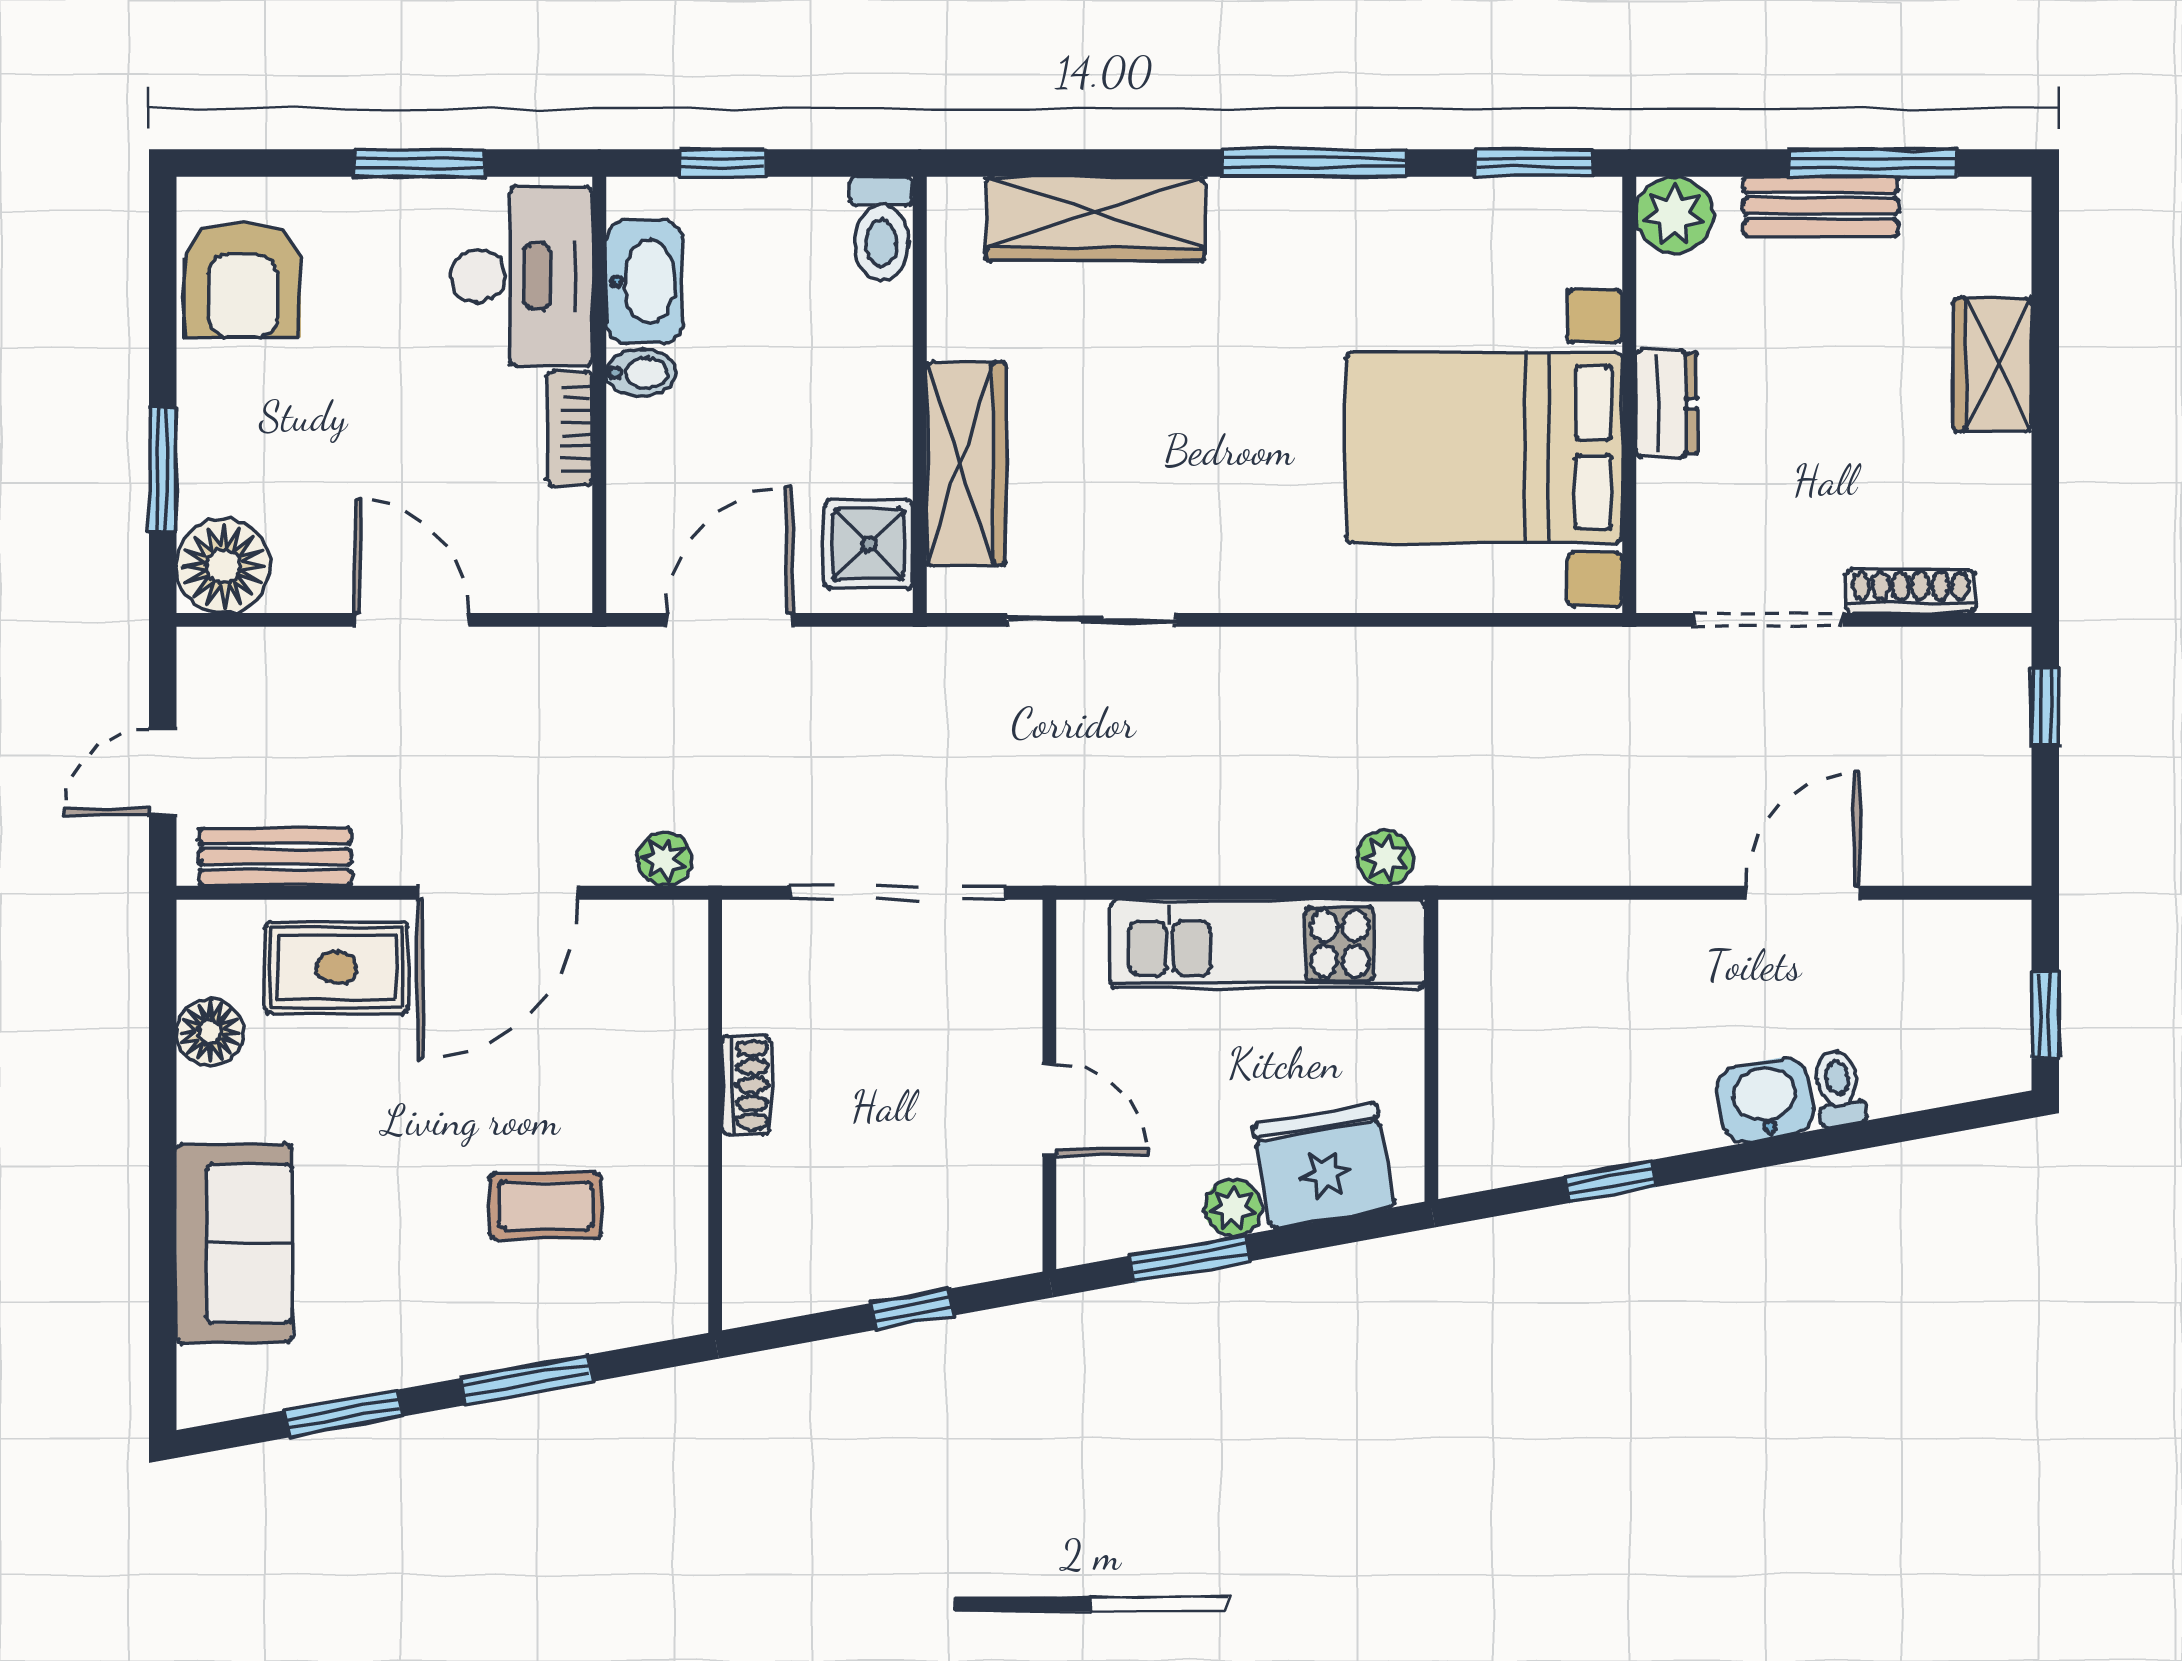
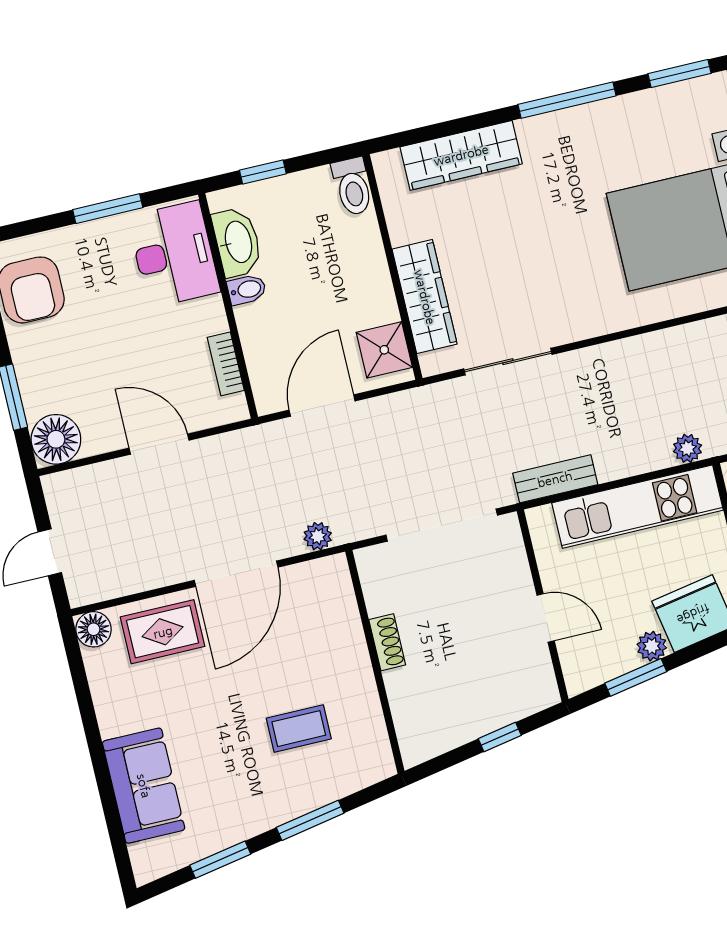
bookcase: (570, 428) -> (226, 364), moved
bench: (275, 857) -> (555, 479), moved
floor lamp: (210, 1032) -> (93, 629), moved

